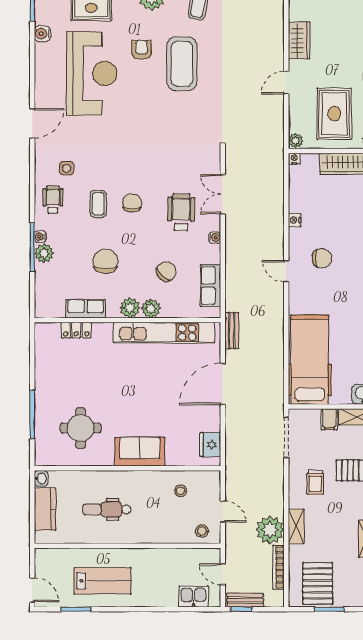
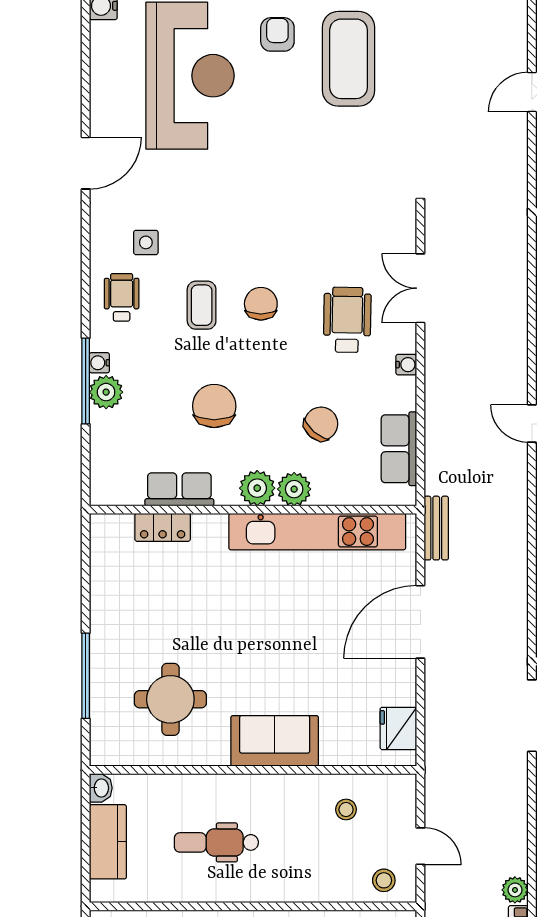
plant: (270, 530) -> (515, 890), width x0.53, depth x0.53

